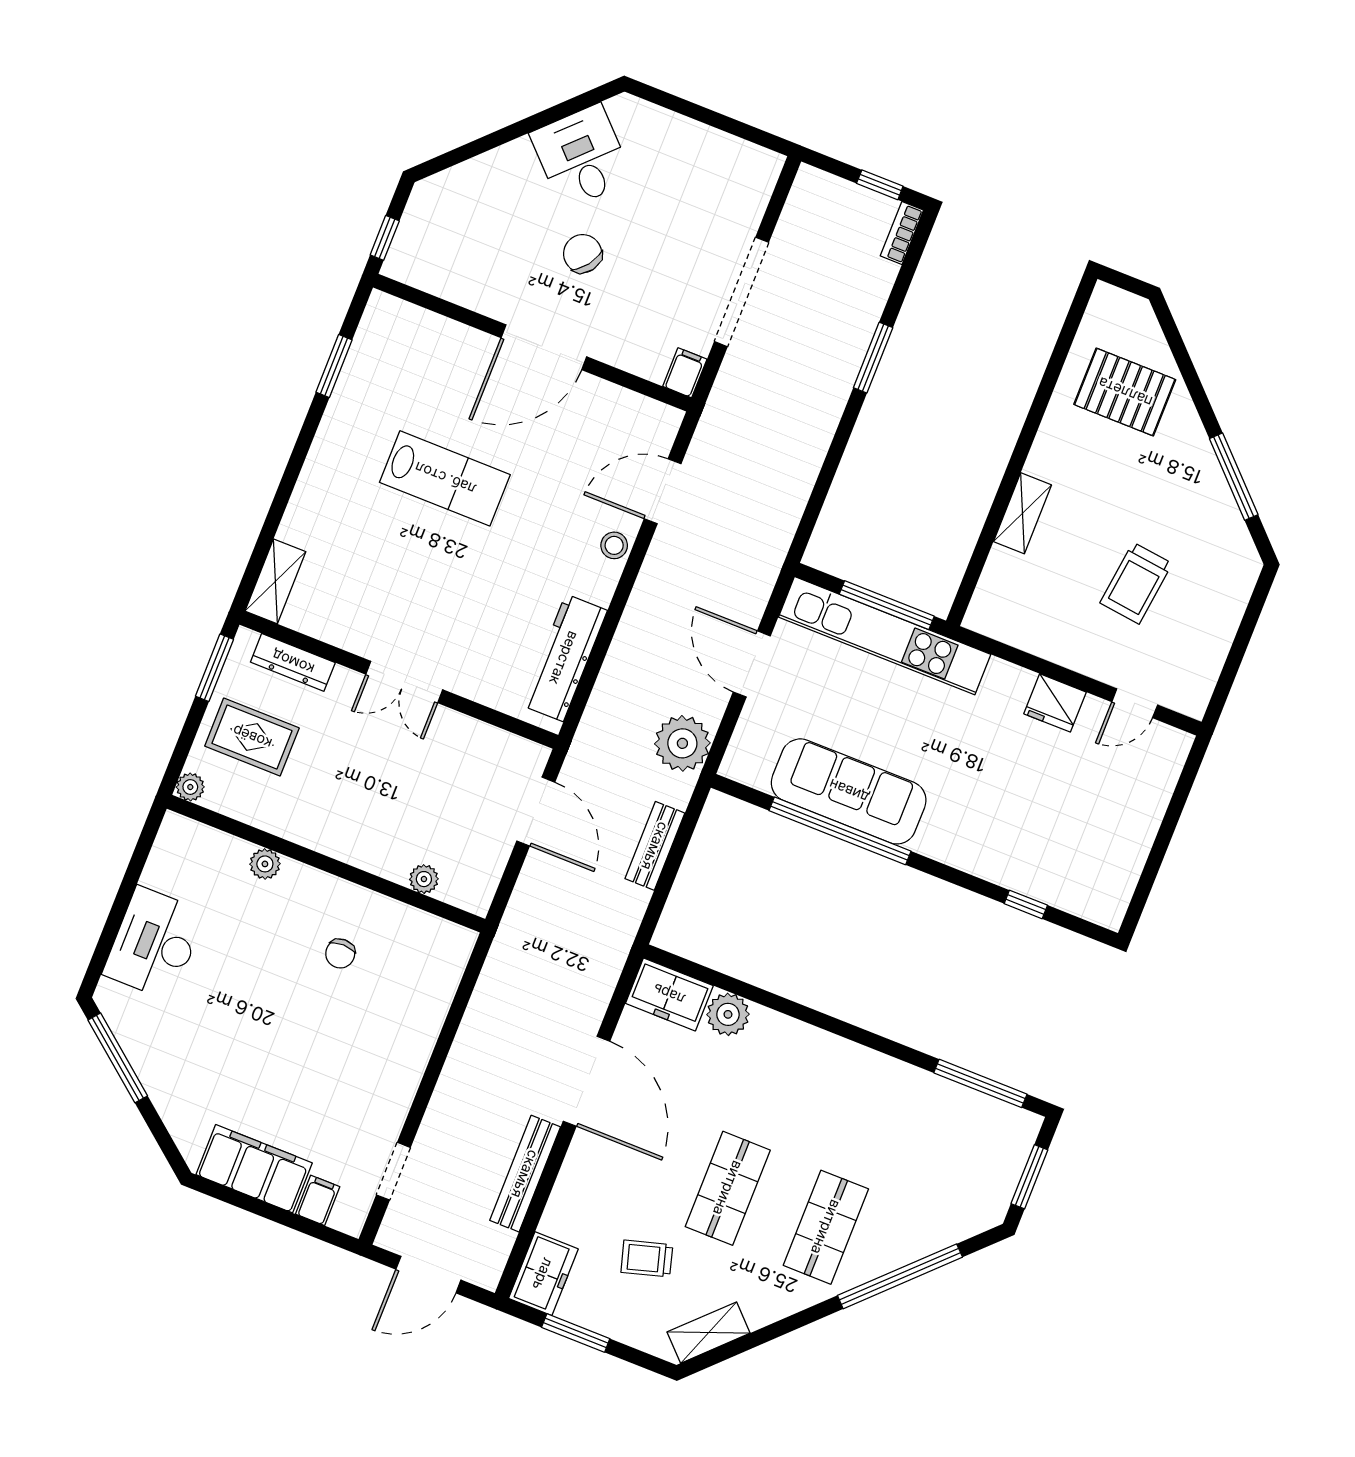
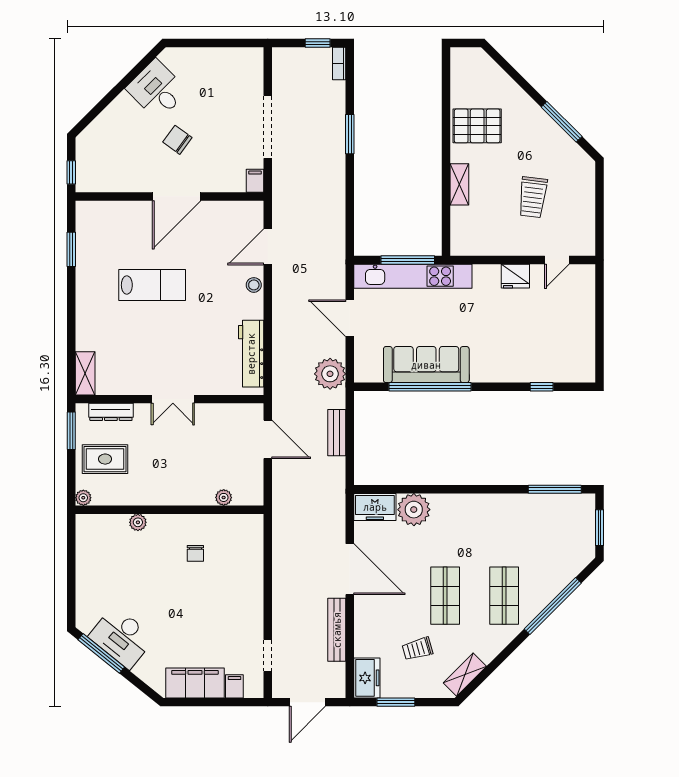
pallet: (1125, 392) -> (477, 126), moved
desk: (154, 943) -> (122, 637), moved, turned -51
plant: (728, 1014) -> (414, 510), width x1.36, depth x1.36

